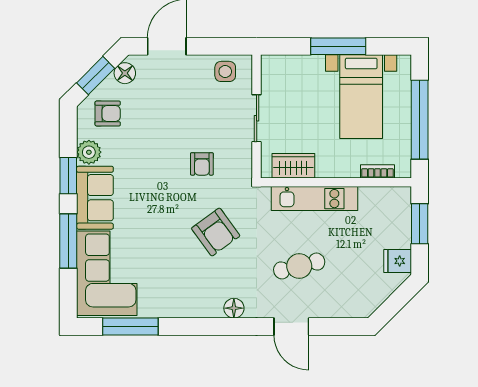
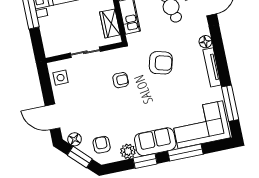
armchair: (216, 232) -> (161, 63), turned 51
tv unit: (192, 310) -> (212, 67), added

